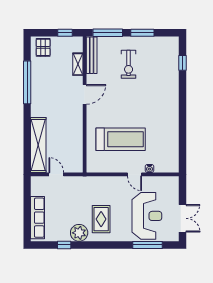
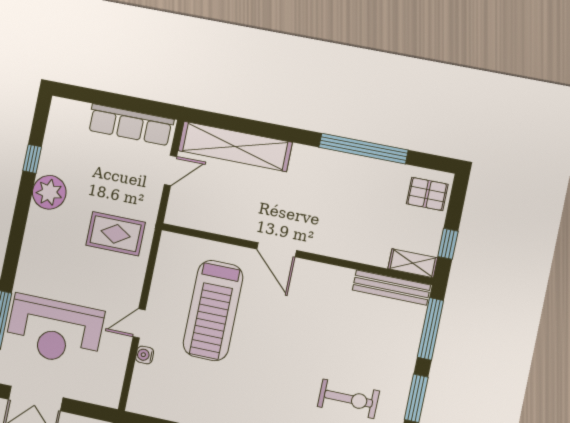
shelving: (78, 64) -> (413, 263), moved
exercise bike: (129, 64) -> (348, 399), moved, turned 180
door: (85, 94) -> (277, 250), moved
row of seats: (38, 218) -> (131, 125), moved
rug: (101, 219) -> (116, 234), moved

